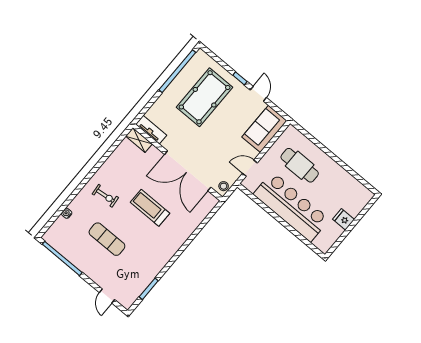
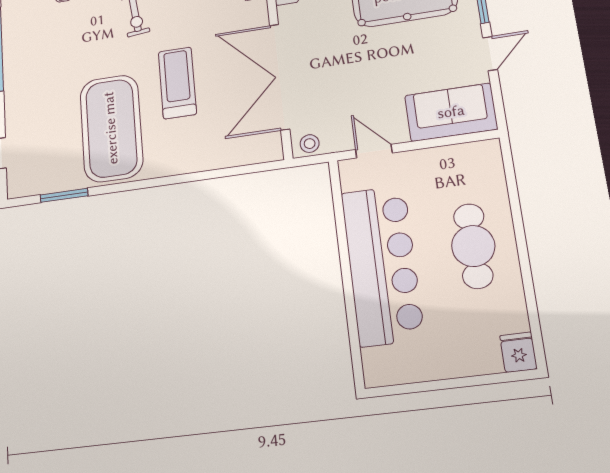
cafe table: (300, 165) -> (473, 246), moved
fridge: (344, 219) -> (518, 352), moved
exercise mat: (107, 239) -> (111, 128), moved, width x2.00, depth x1.45

